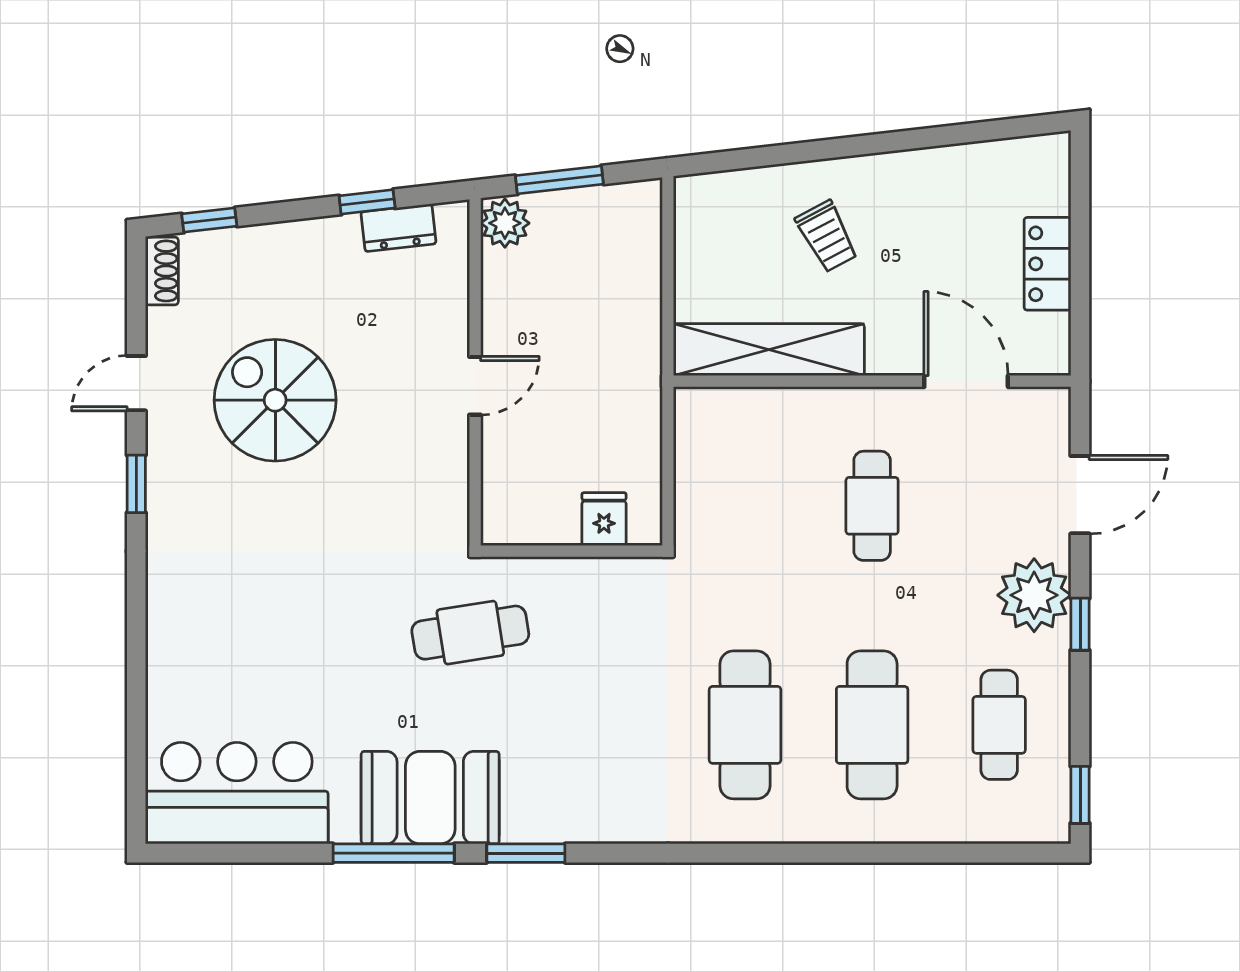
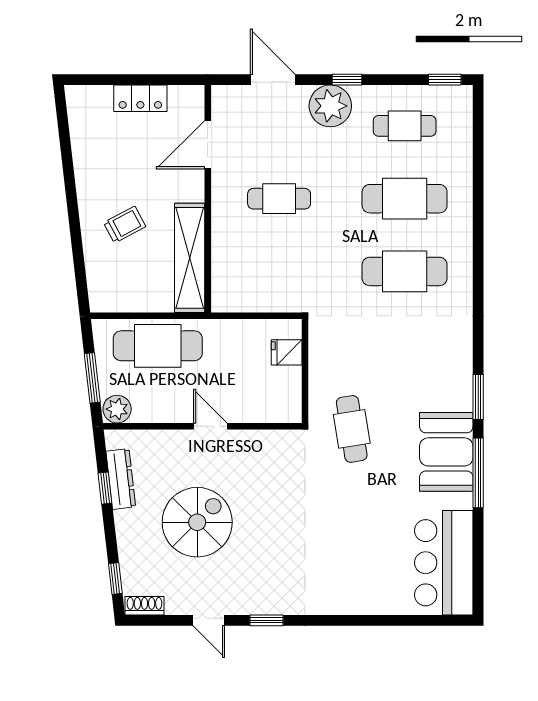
dresser: (398, 228) -> (121, 479), width x1.44
cafe table: (615, 294) -> (158, 346), added
spiral stairs: (275, 400) -> (197, 522), moved, turned 180

